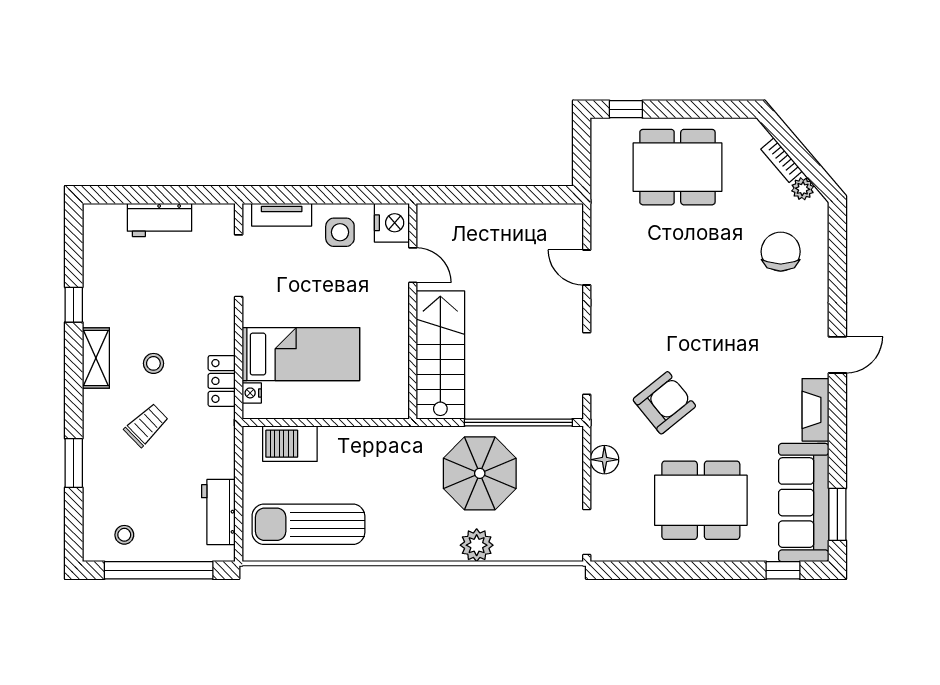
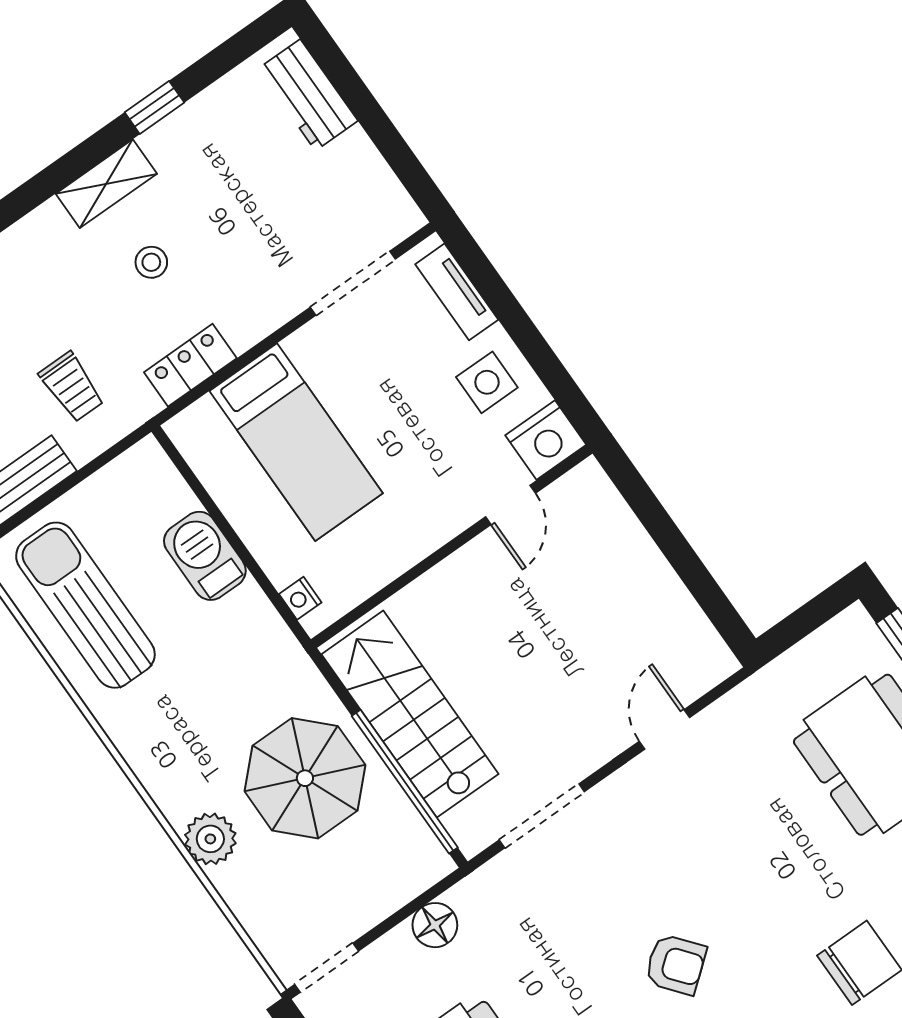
workbench: (159, 220) -> (308, 95), moved
stairs: (440, 355) -> (410, 714), moved, turned -90
nightstand: (252, 393) -> (300, 598), moved, turned -90
armchair: (664, 403) -> (676, 964), moved, width x0.72, depth x0.72
trolley: (146, 425) -> (72, 387), moved, turned 44
barbecue: (290, 444) -> (205, 556), moved

